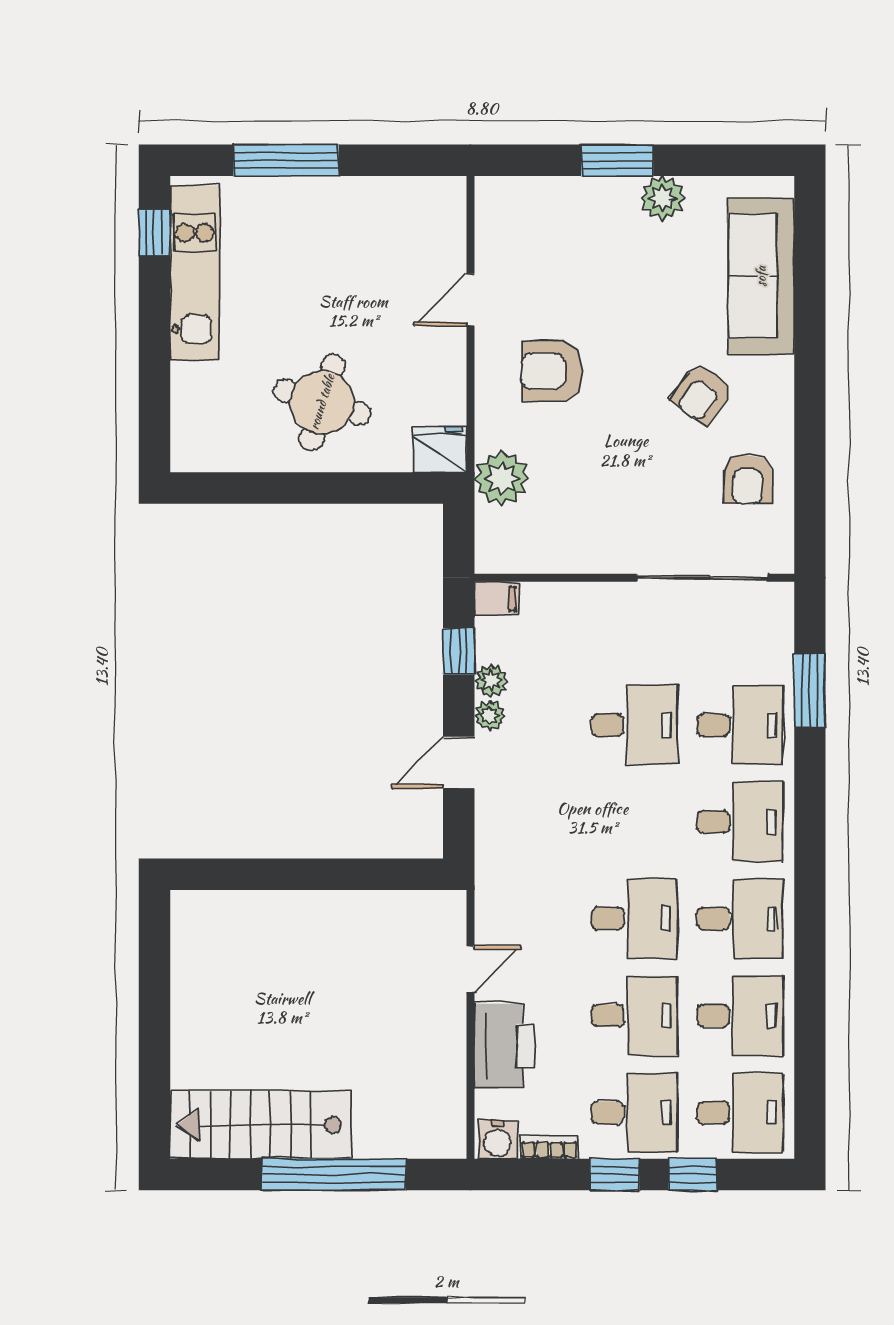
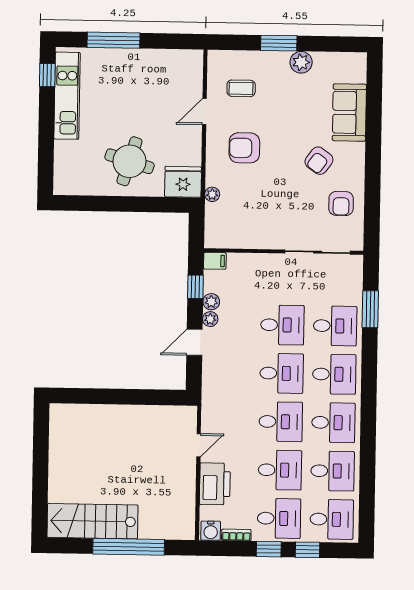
coffee table: (543, 252) -> (241, 88), added
sofa: (761, 276) -> (349, 112), width x0.73
fridge: (440, 449) -> (183, 182), width x1.36, depth x1.34
plant: (502, 478) -> (212, 194), width x0.53, depth x0.53
desk: (634, 822) -> (282, 373), added

